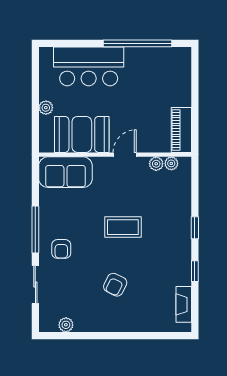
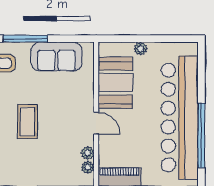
bar counter: (89, 66) -> (180, 118), width x1.86
sofa: (65, 172) -> (57, 57), moved, turned -90

